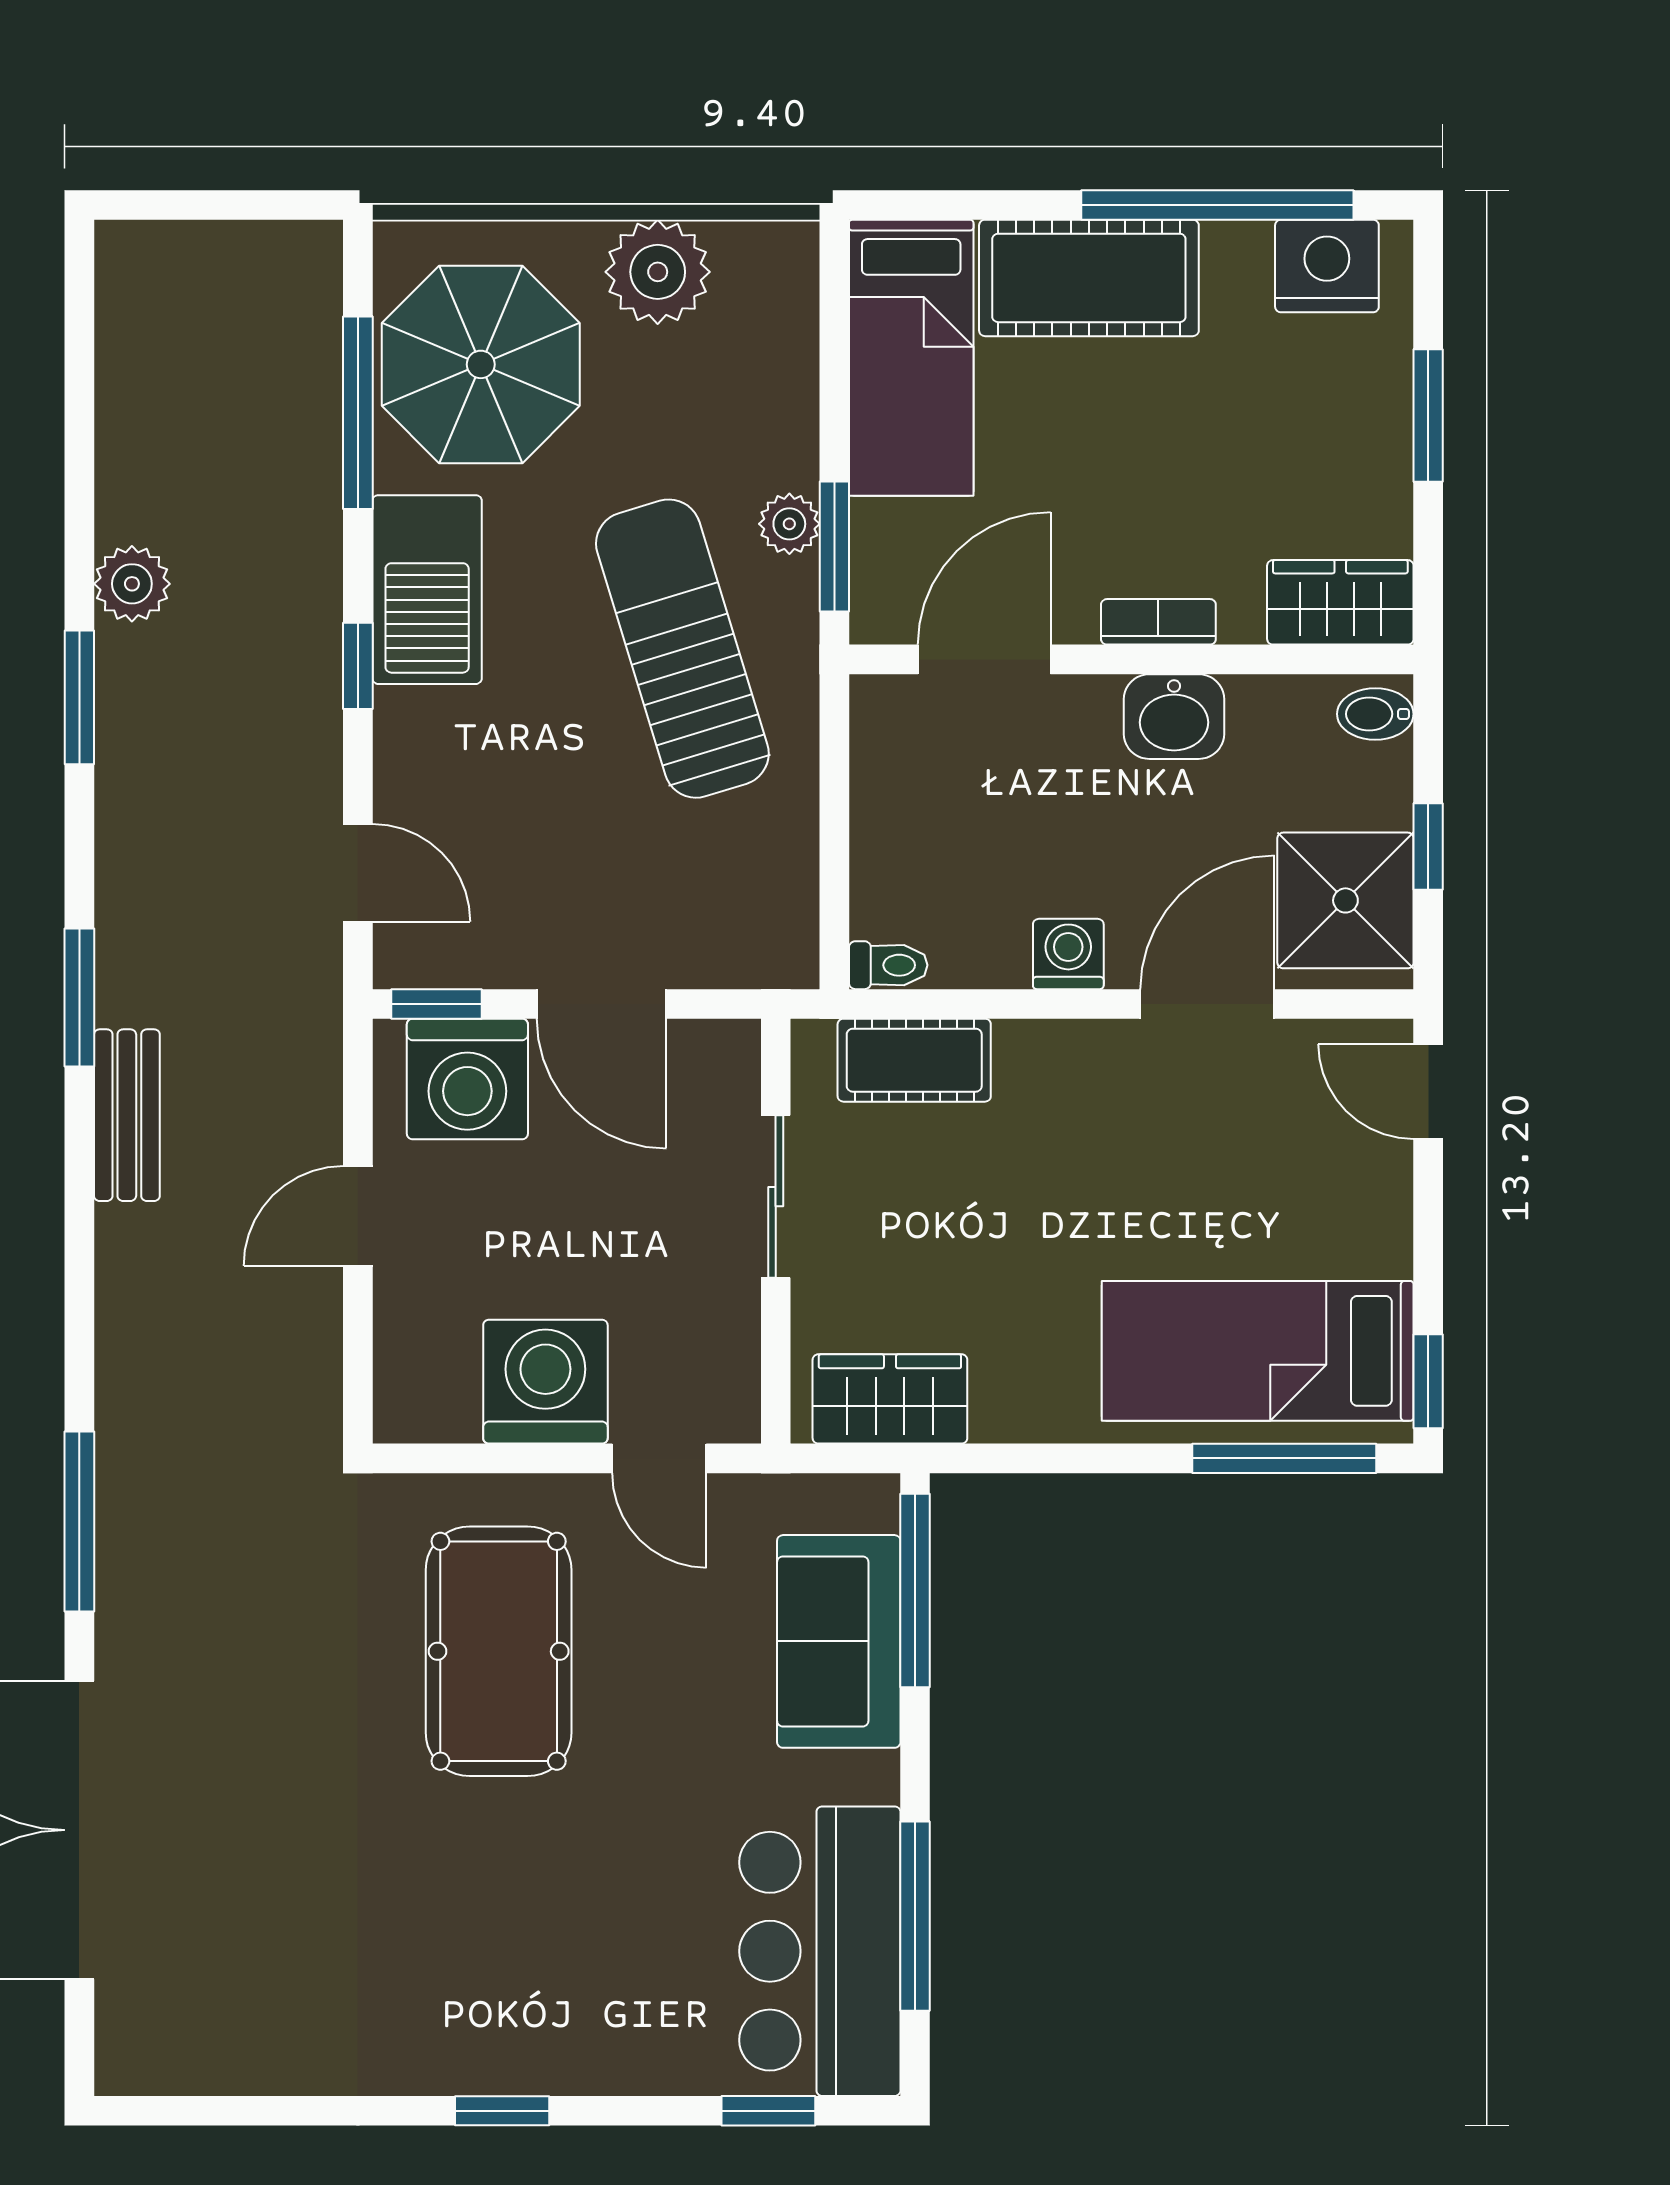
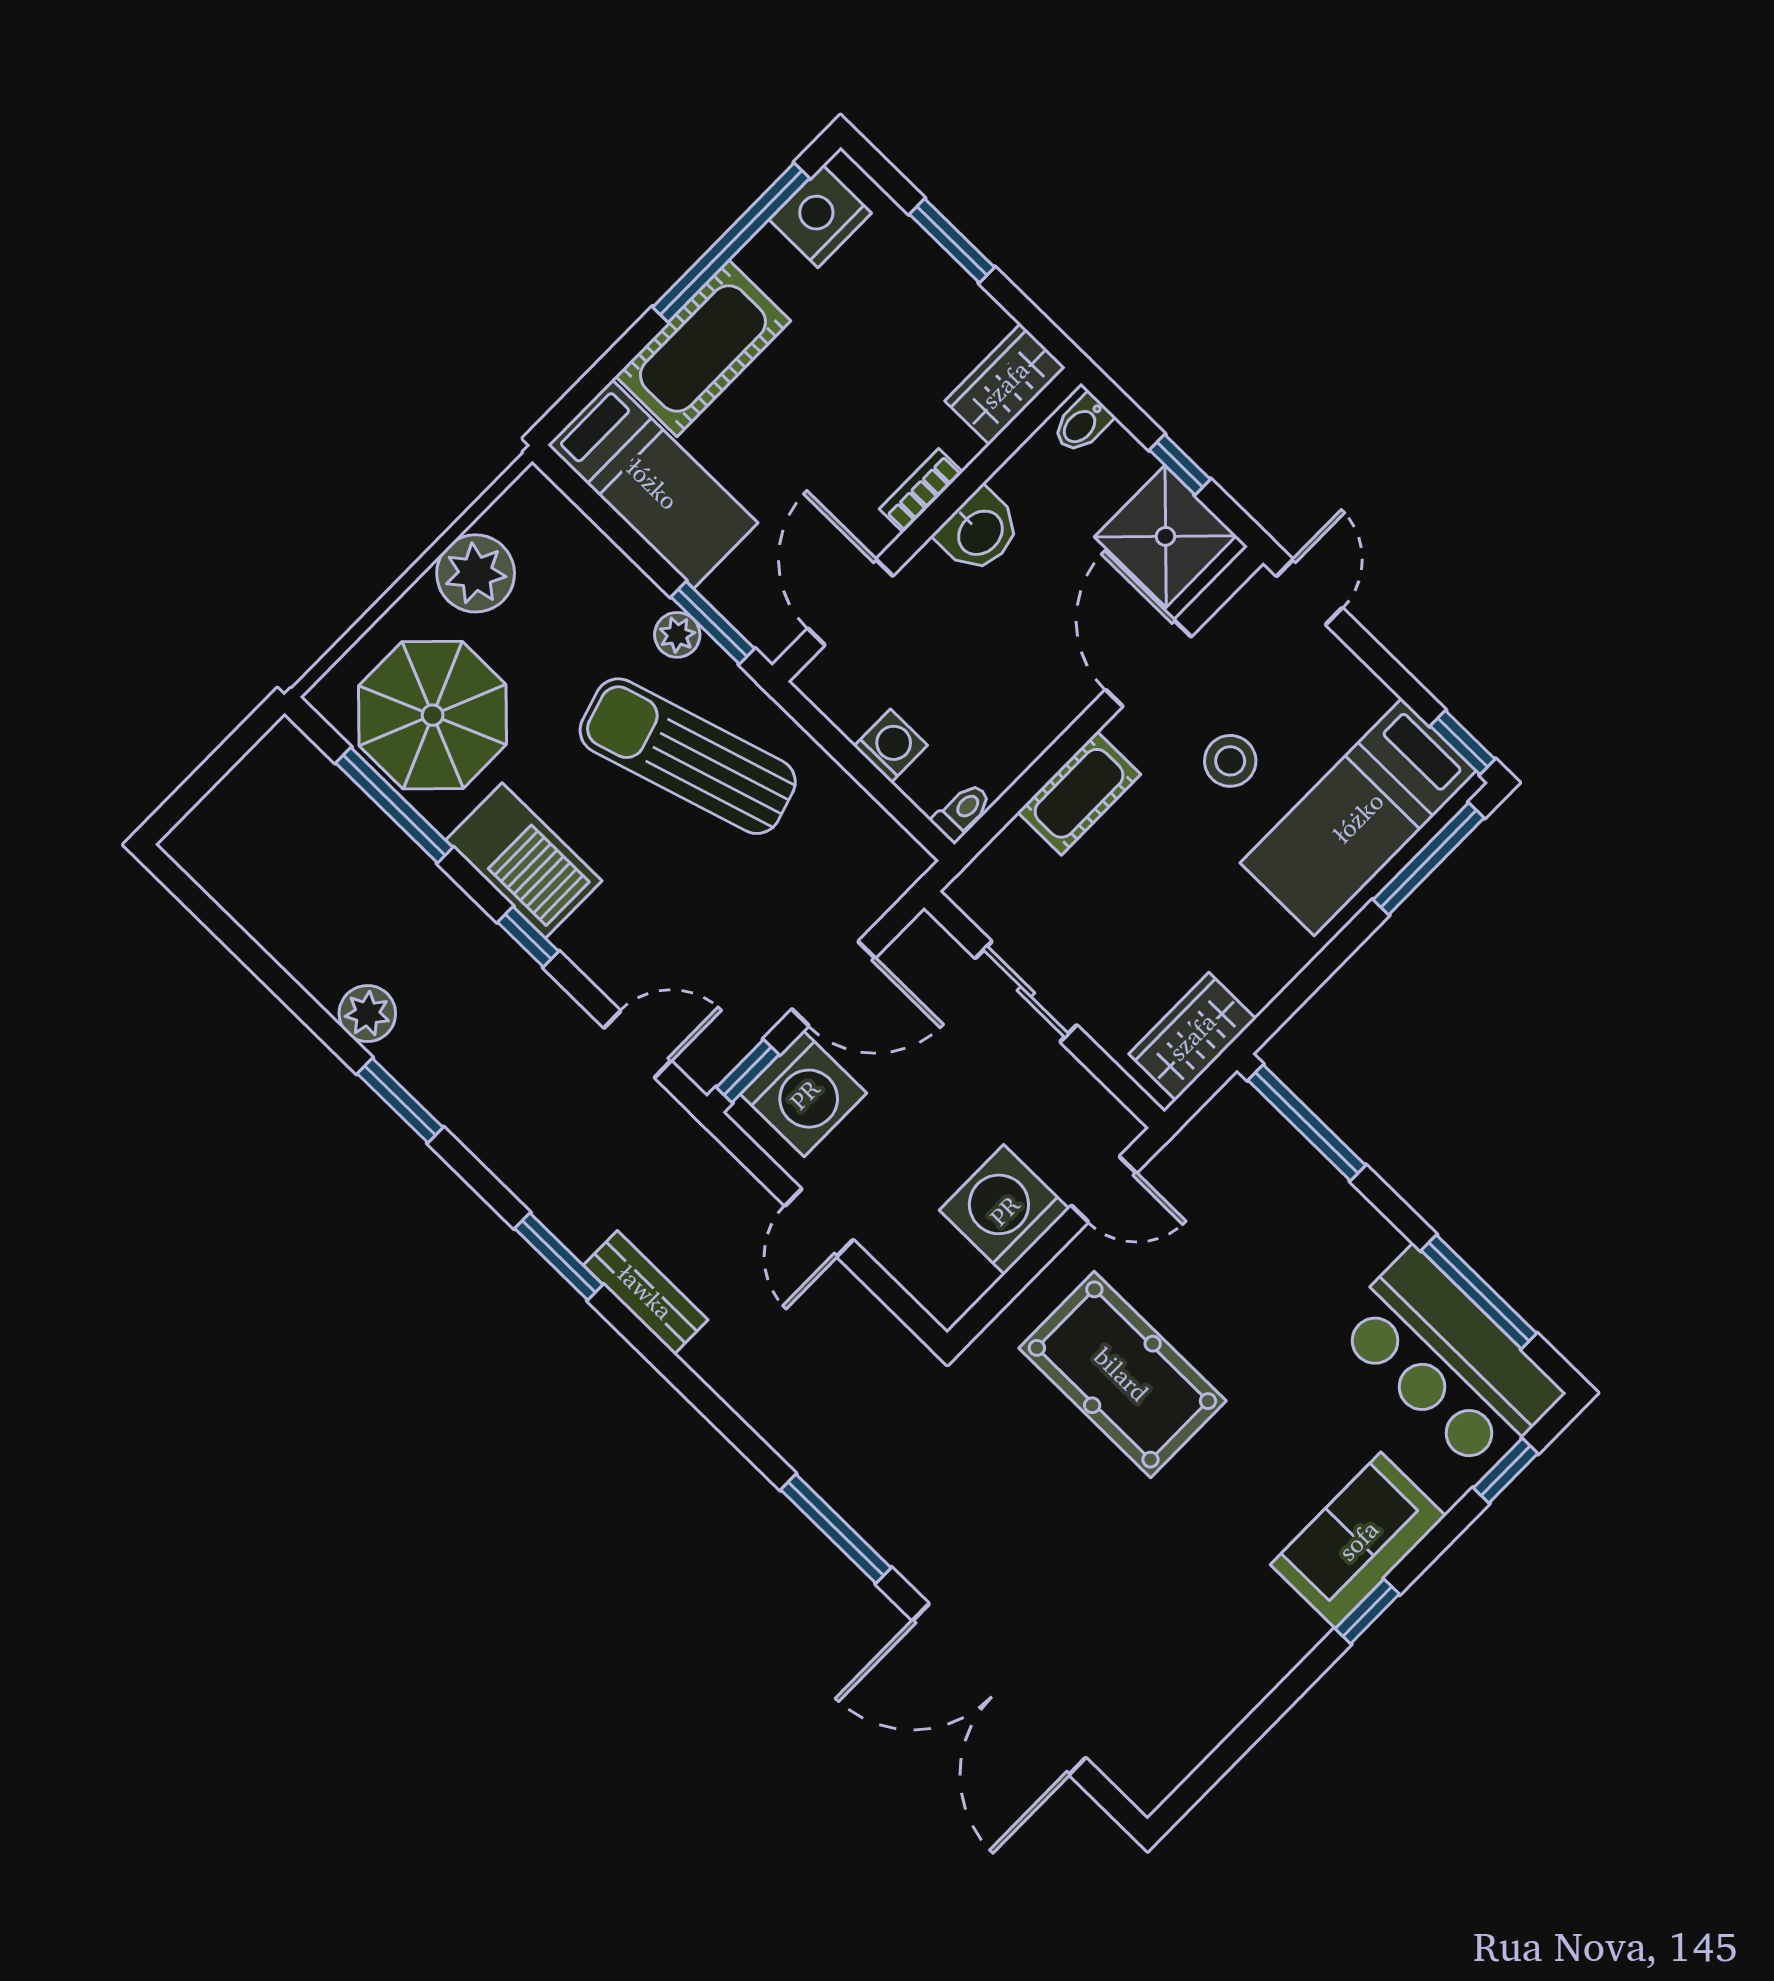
washing machine: (1068, 954) -> (891, 746), moved, turned 90
cot: (914, 1060) -> (1079, 793), moved
door: (1428, 1092) -> (1309, 592), swing flipped
stool: (1191, 1175) -> (1230, 761), added
sofa: (839, 1641) -> (1358, 1540), moved, turned 90

